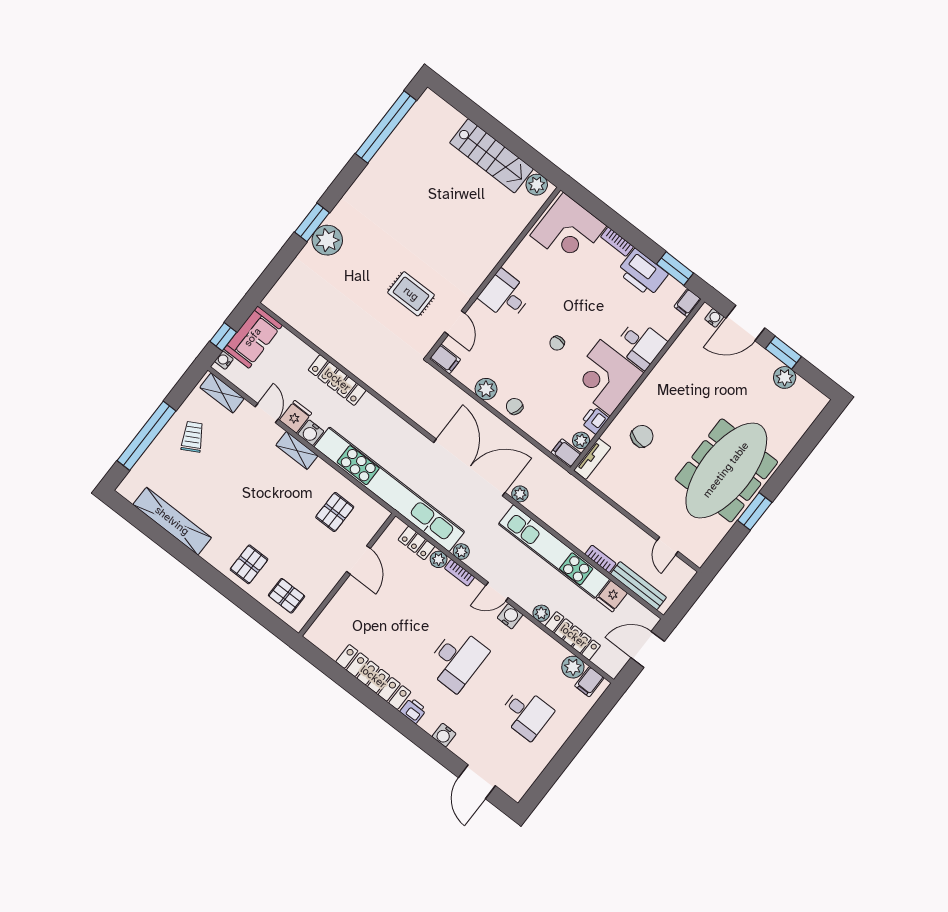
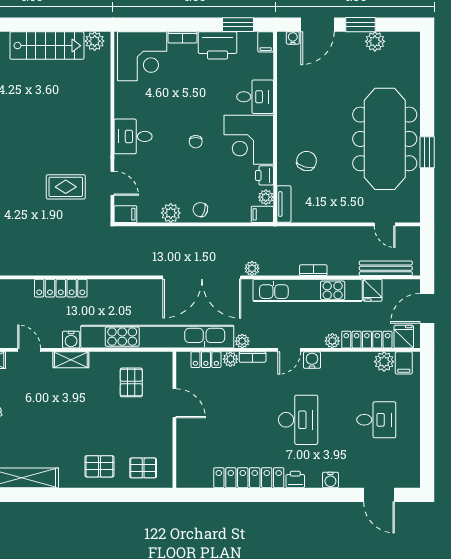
fridge: (296, 417) -> (404, 337), moved
double door: (469, 468) -> (202, 277), swing flipped
bookcase: (600, 559) -> (313, 270), moved
pallet: (249, 564) -> (99, 466), turned 90

